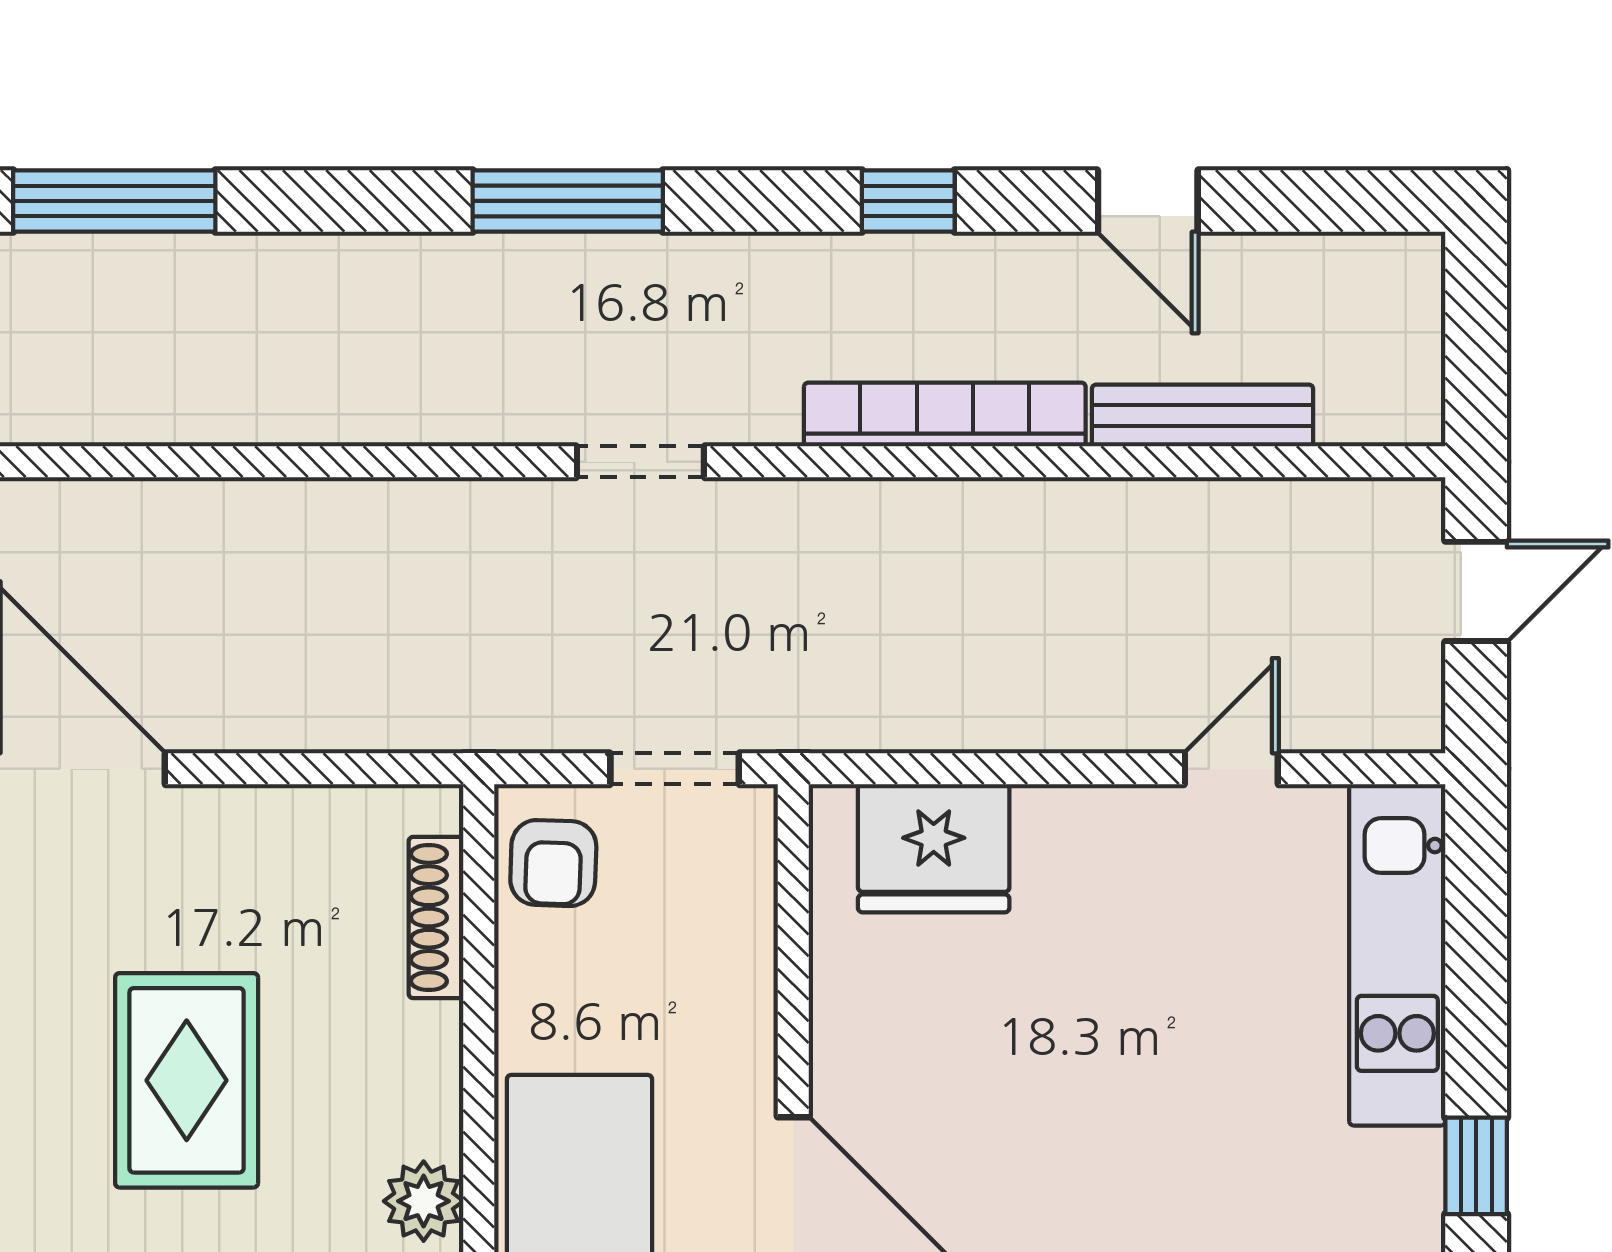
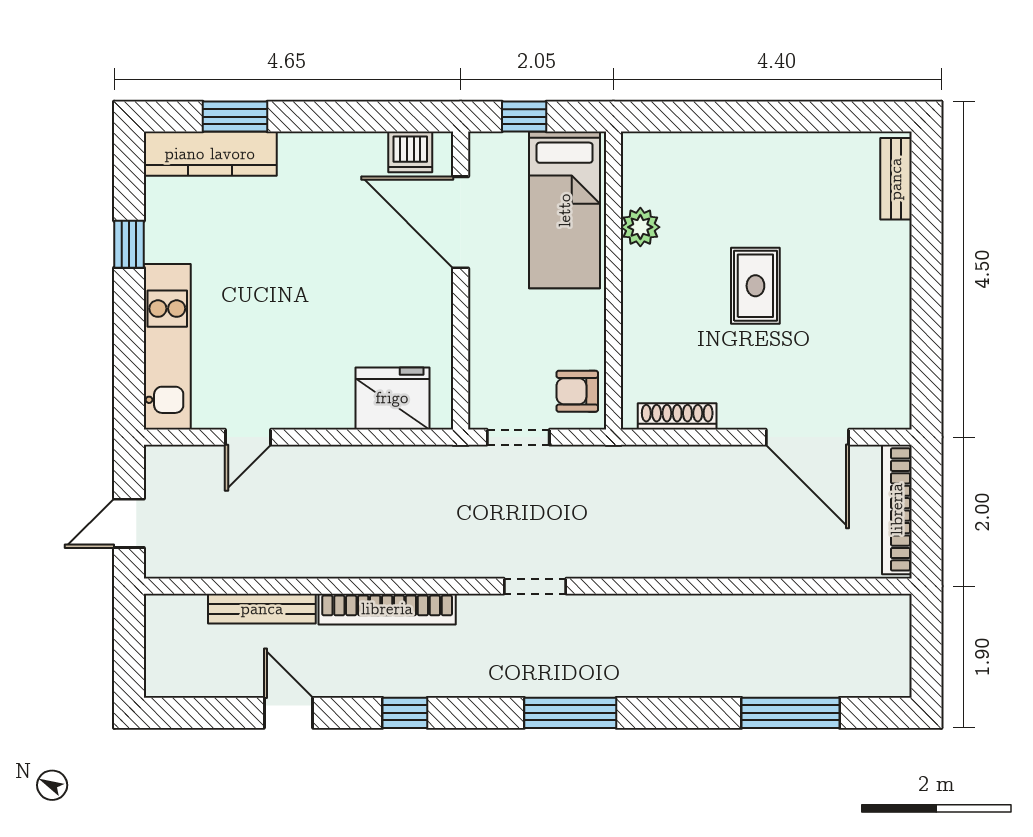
armchair: (553, 863) -> (577, 391), turned -92
shoe rack: (436, 918) -> (677, 416), moved, turned -90
rug: (187, 1080) -> (755, 286), width x0.73, depth x0.70

